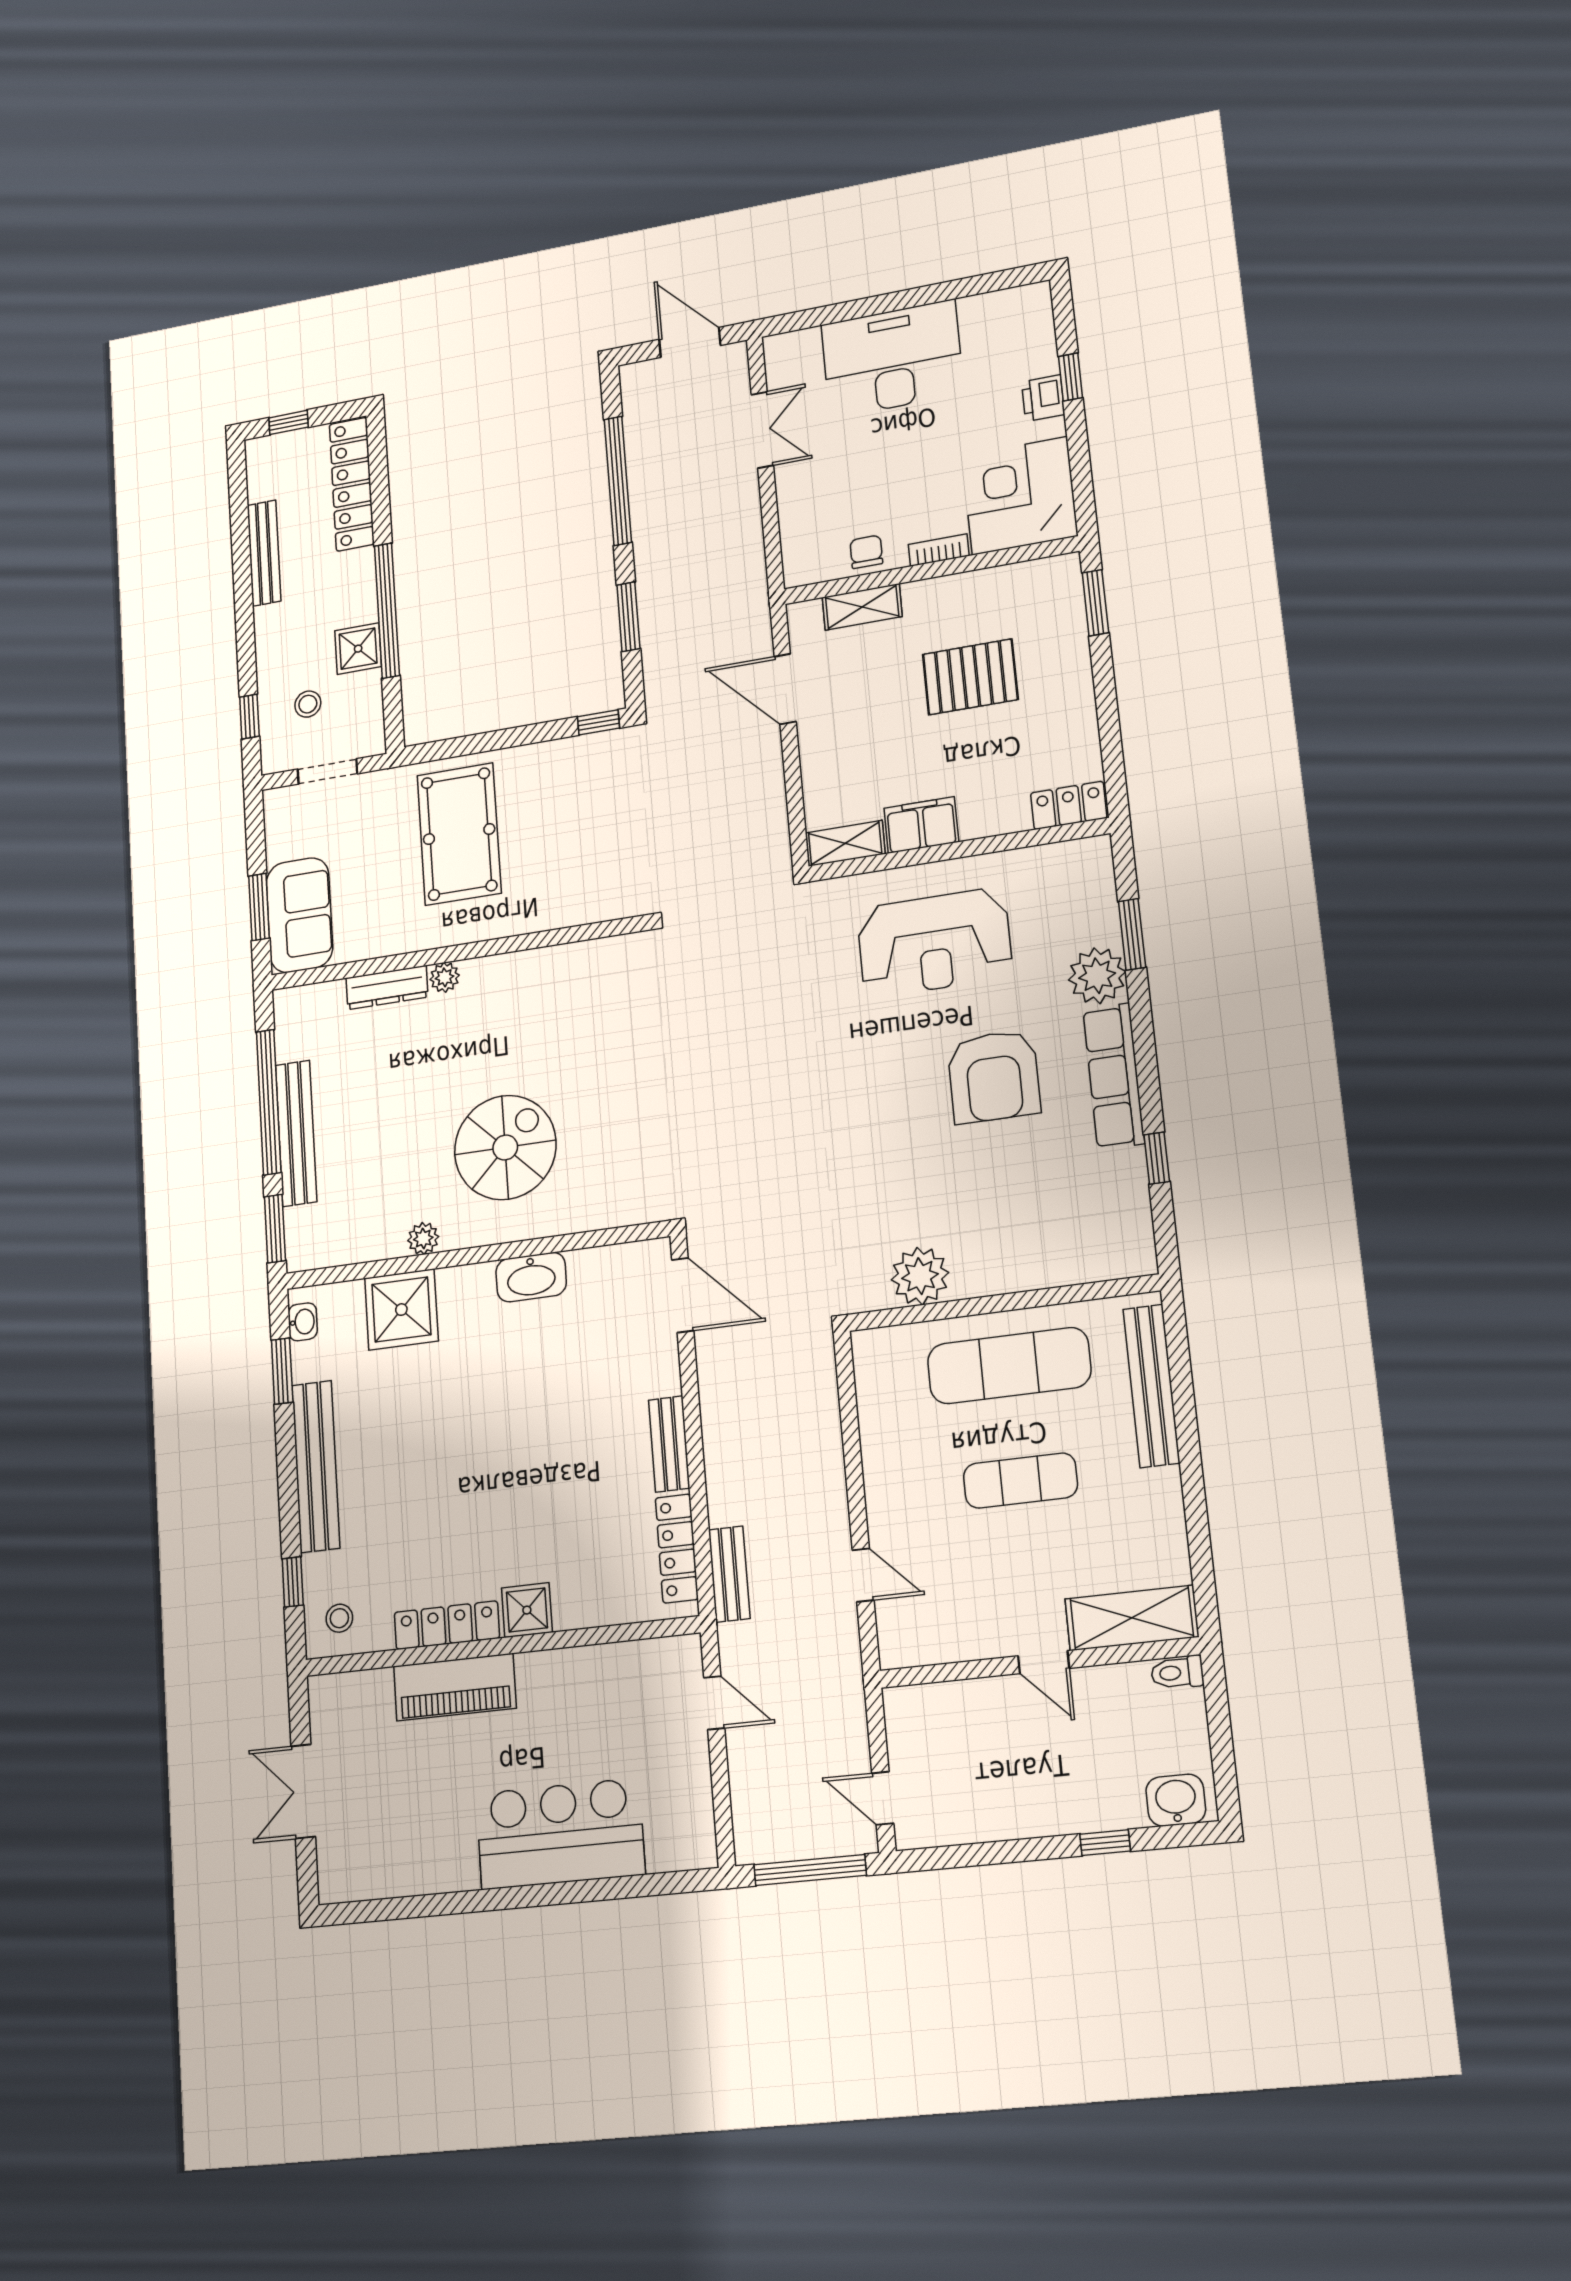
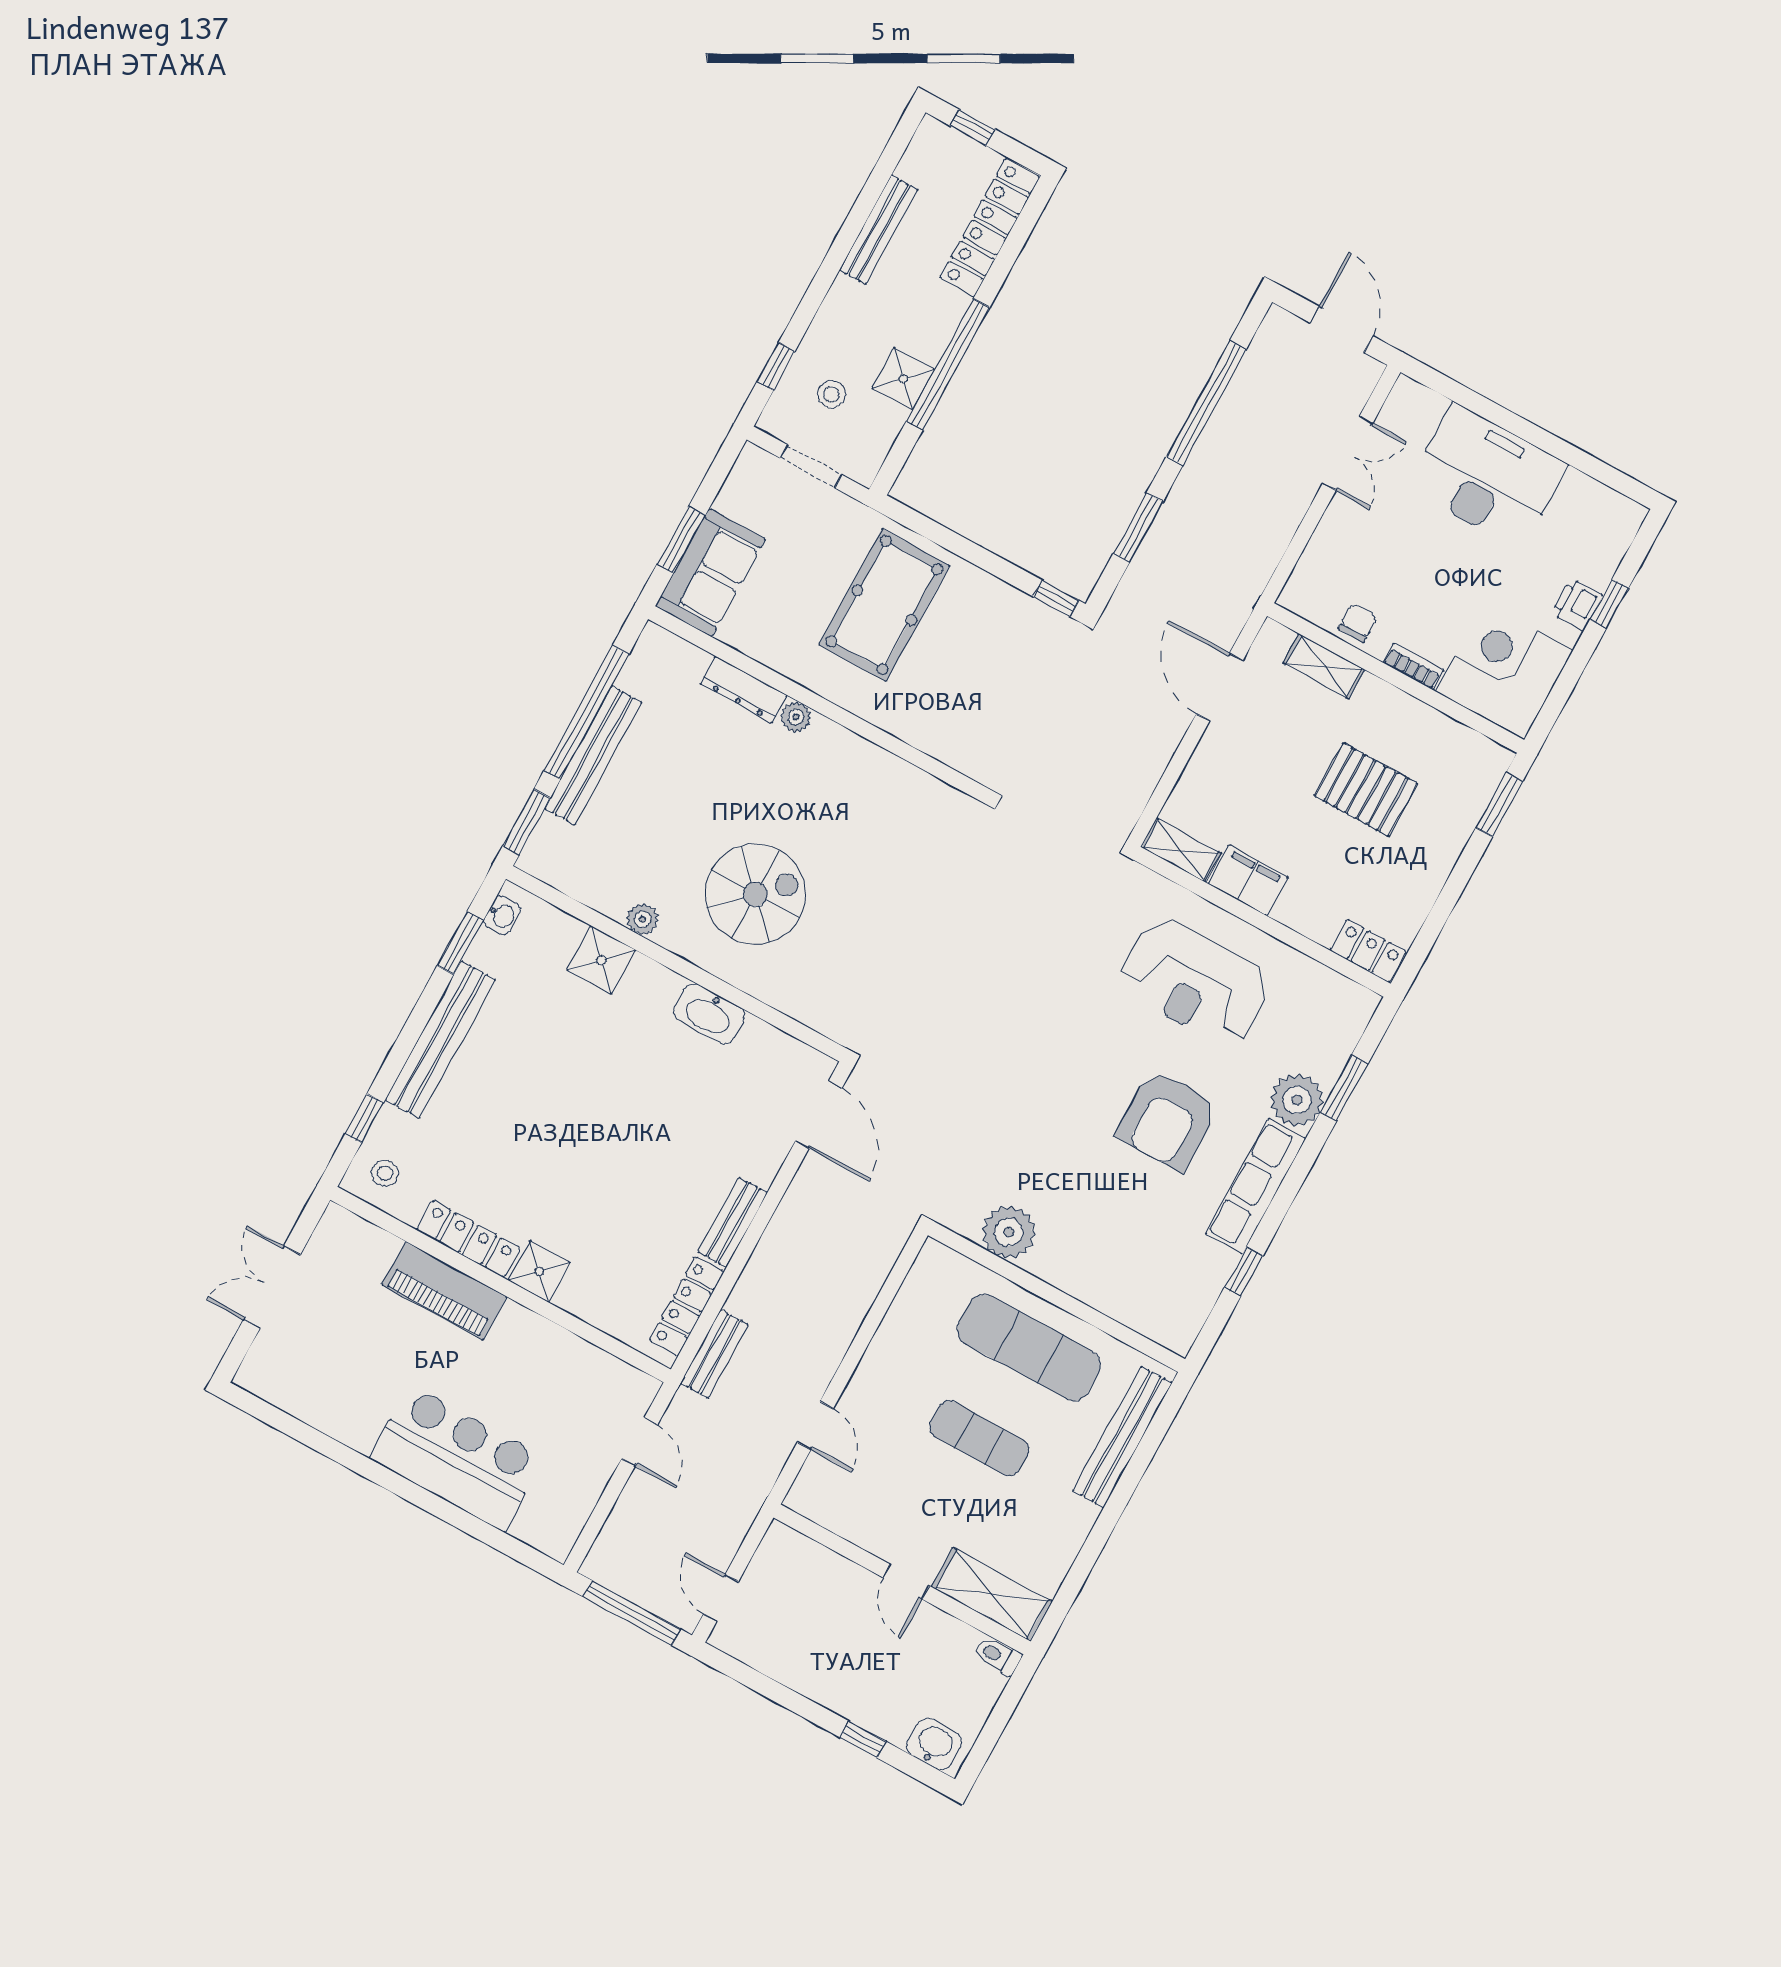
shower: (401, 1310) -> (601, 960), width x0.73, depth x0.73

